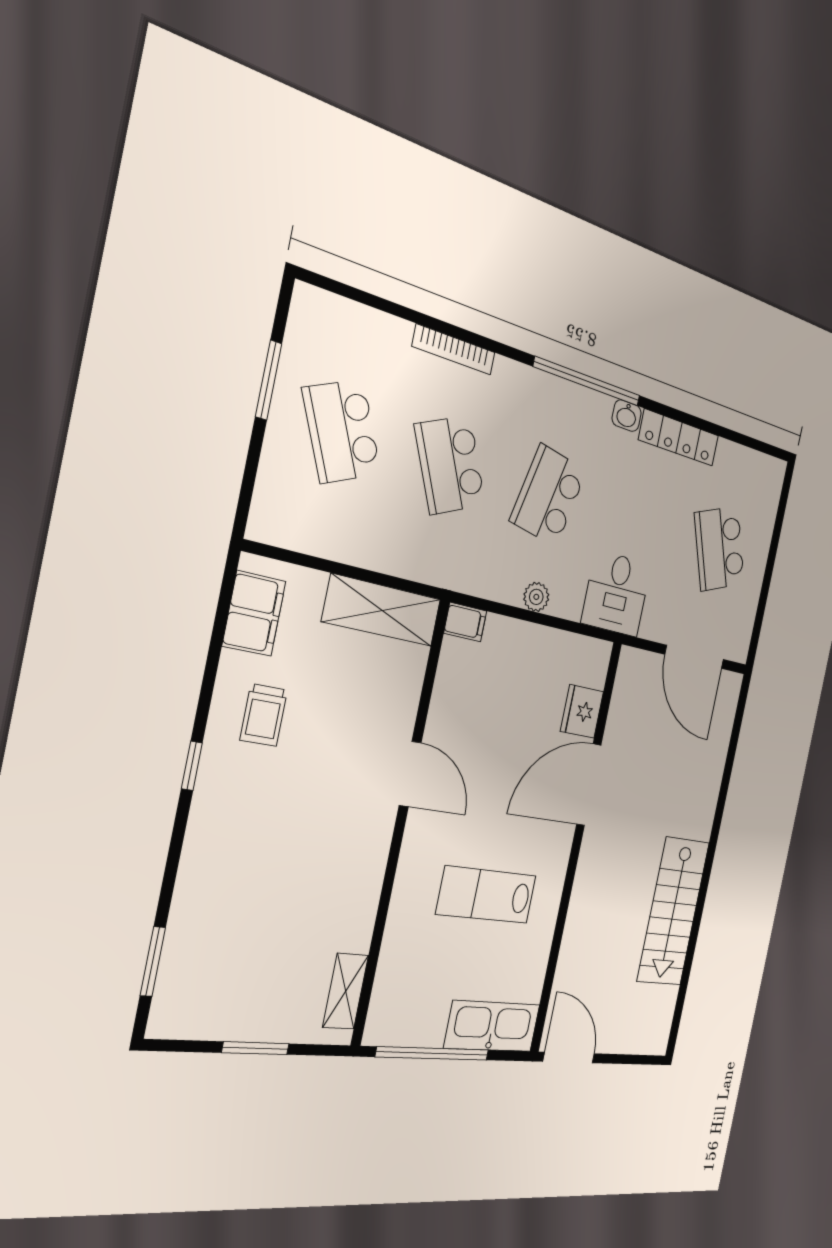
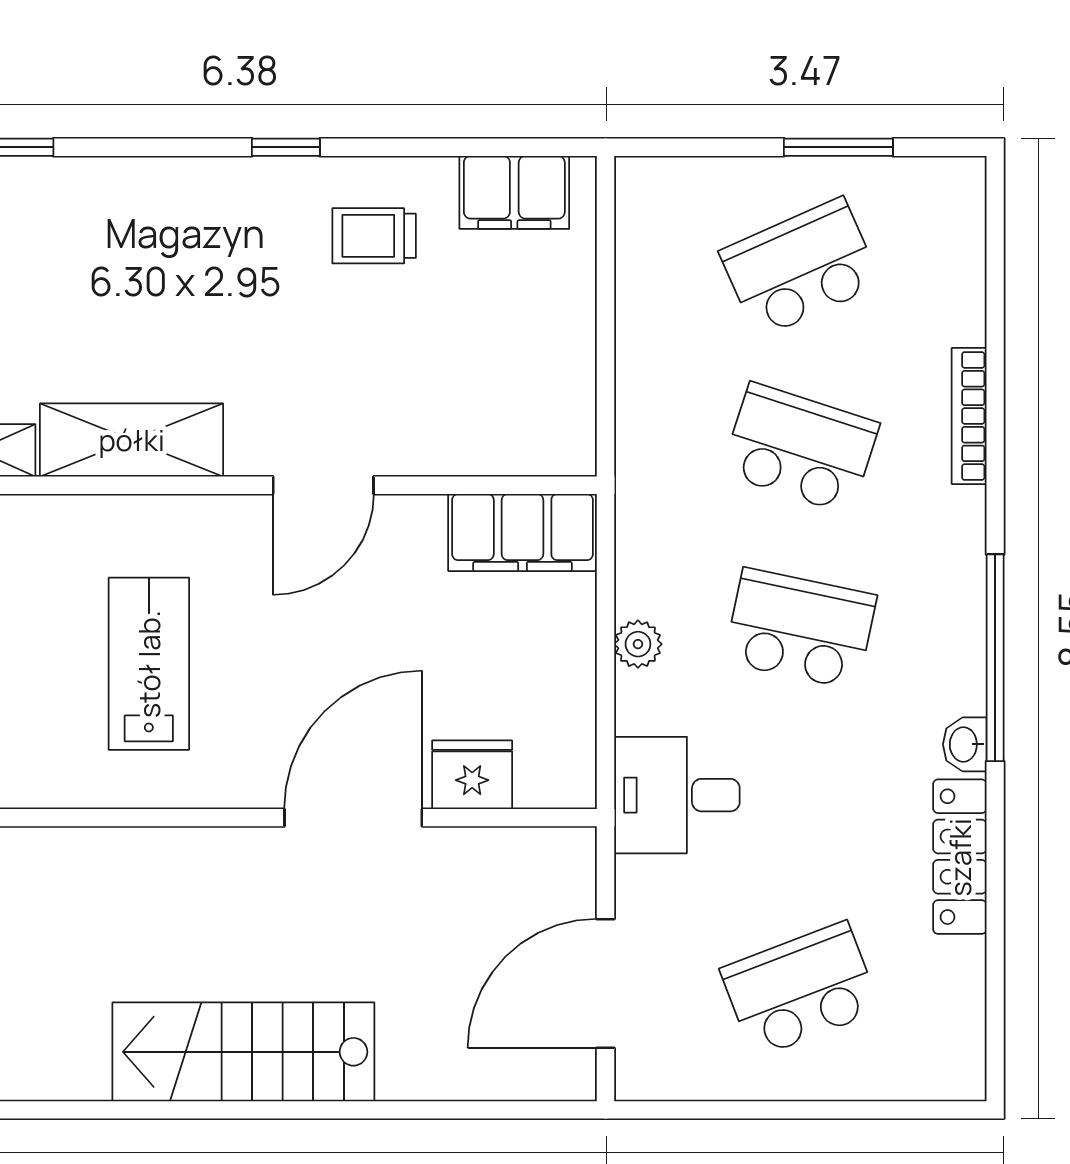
school desk: (450, 465) -> (800, 448), turned 42
shelving: (382, 610) -> (132, 440), moved, turned 90
filing cabinet: (465, 622) -> (523, 532), width x3.00, depth x1.17
door: (589, 785) -> (353, 818), hinge flipped
stairs: (673, 911) -> (243, 1052), moved

